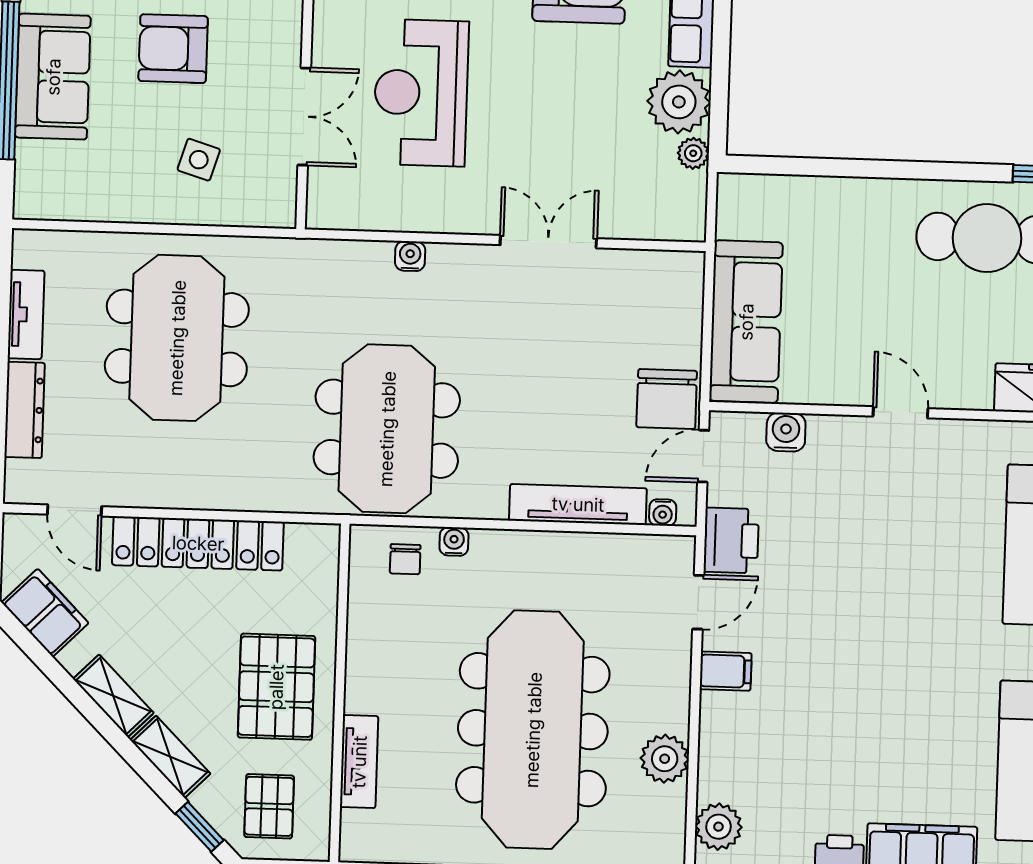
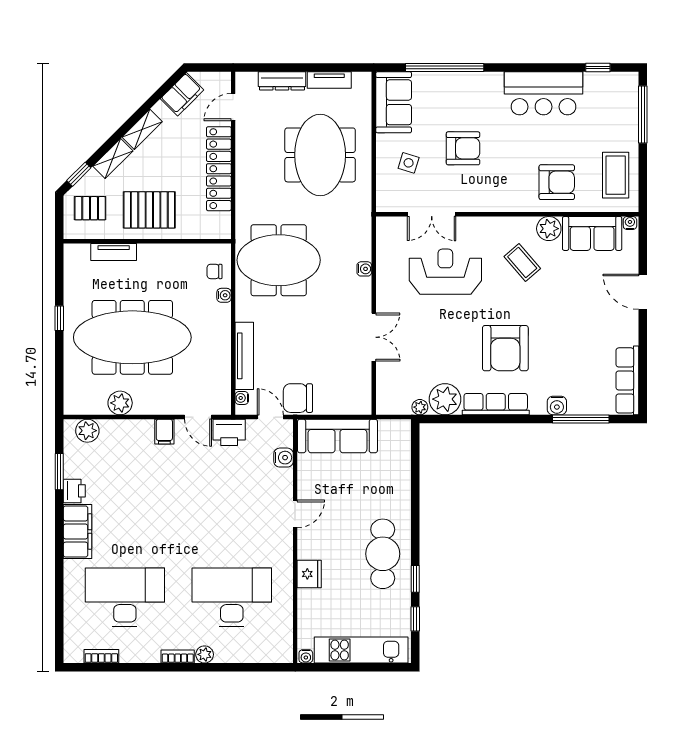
armchair: (173, 49) -> (463, 148), turned 90
sofa: (53, 77) -> (394, 102), moved, turned -90
meeting table: (177, 338) -> (320, 155), turned 90

